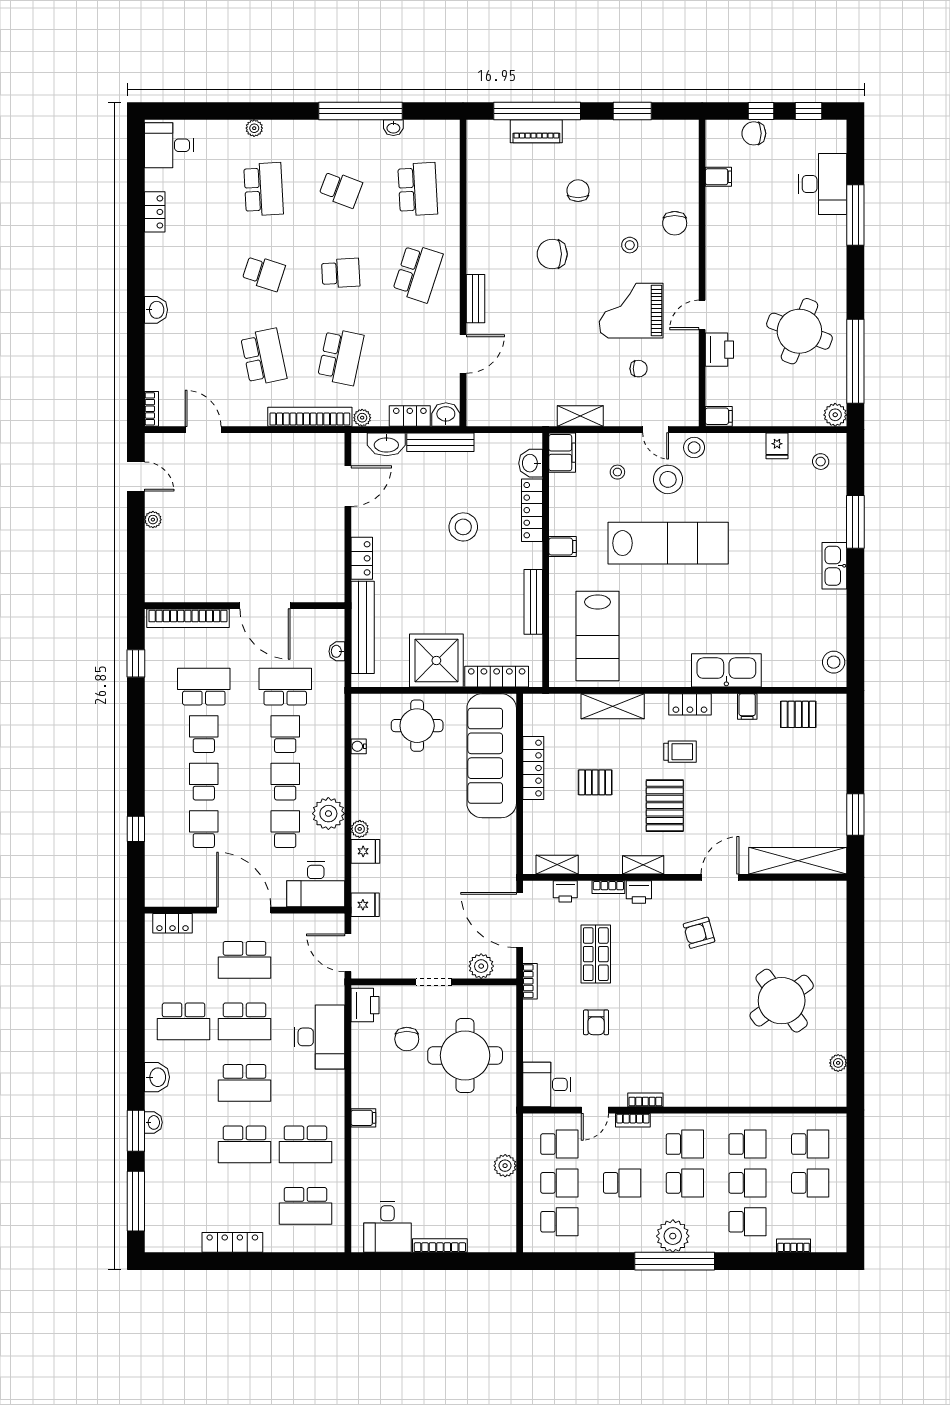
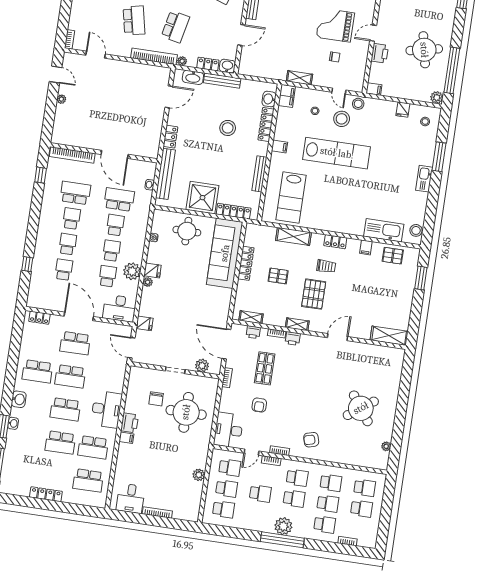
round table: (799, 331) -> (424, 50), turned -33
kitchen sink: (726, 670) -> (384, 230), moved
window: (855, 814) -> (421, 278), moved
fridge: (365, 851) -> (153, 270), moved
shelving: (798, 861) -> (389, 336), width x0.68
armchair: (699, 933) -> (311, 440), moved
printer: (365, 1005) -> (130, 423), moved
desk: (319, 1037) -> (106, 409), moved
desk: (547, 1084) -> (228, 430), width x1.37

